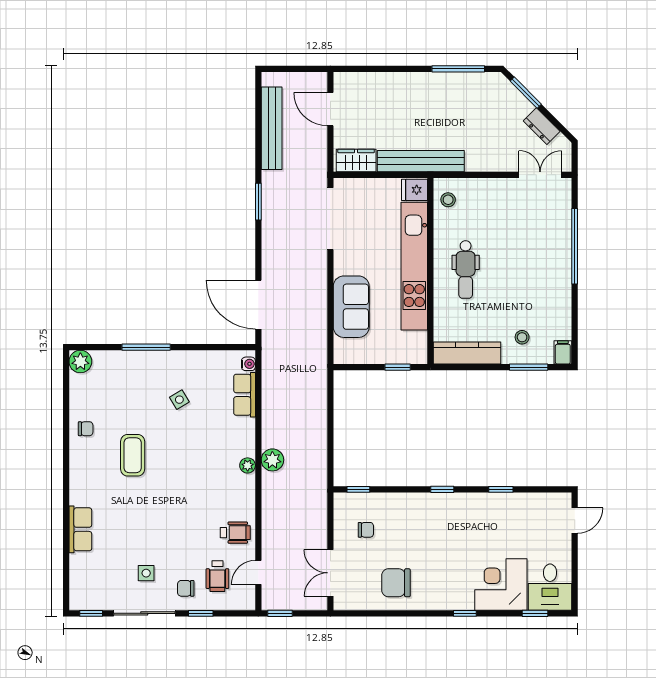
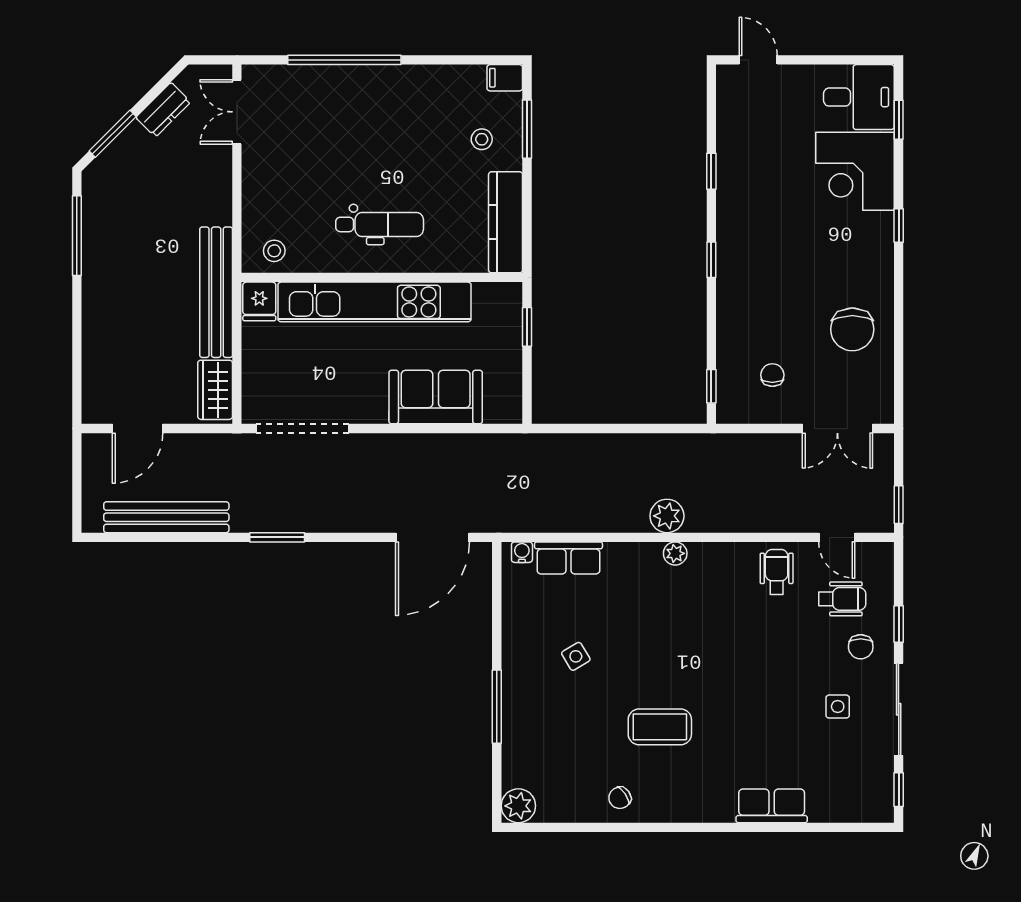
chair: (86, 429) -> (620, 798), turned -125

